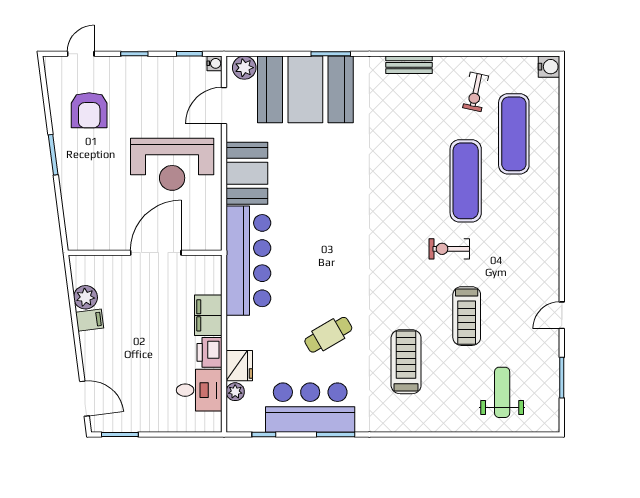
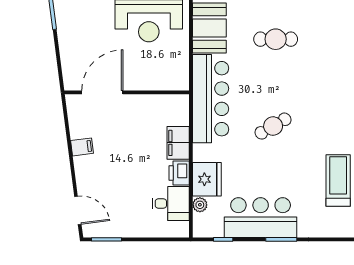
cafe table: (329, 187) -> (276, 39), added
door: (156, 253) -> (102, 92), moved
plant: (85, 297) -> (79, 128), removed
cafe table: (328, 335) -> (273, 126), moved
fridge: (239, 366) -> (207, 179), width x1.36, depth x1.34

